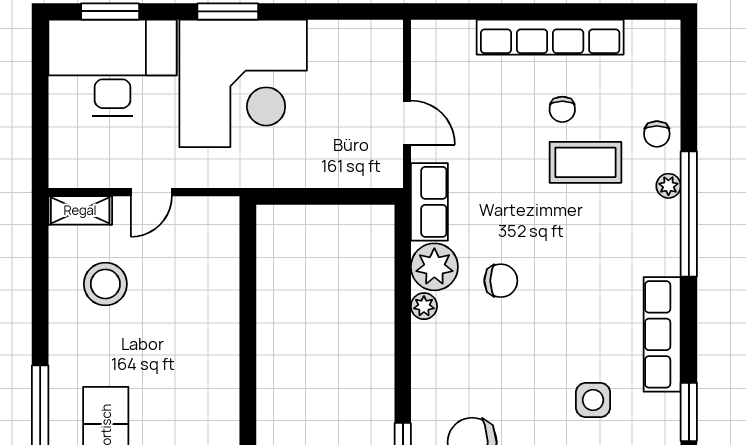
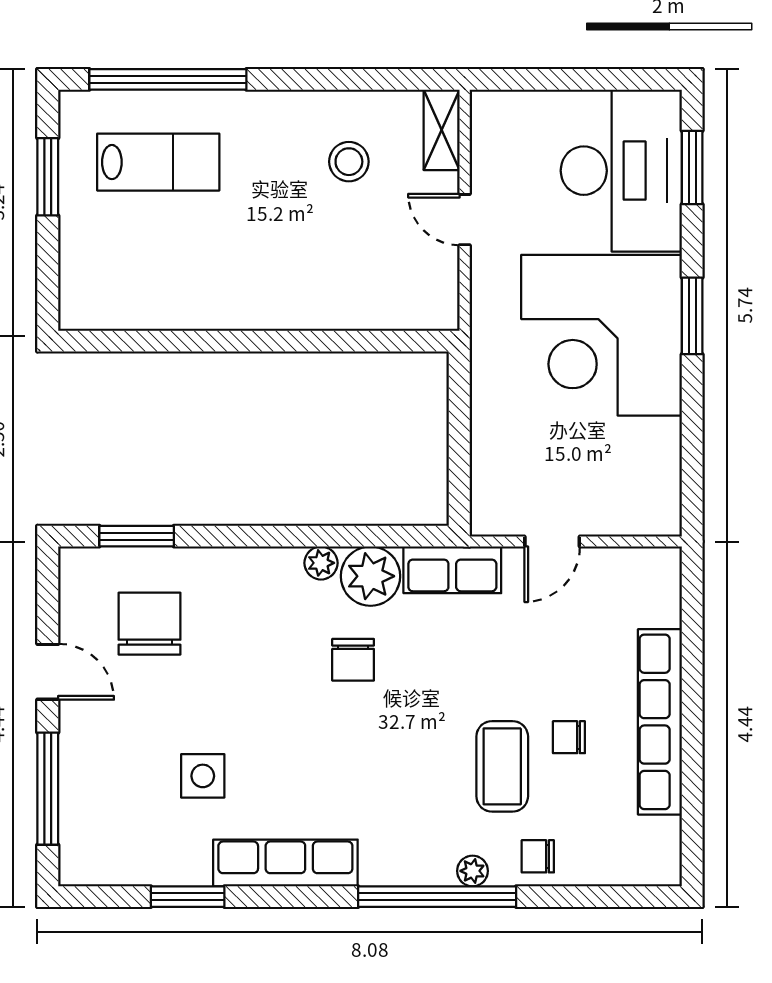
stool: (105, 284) -> (349, 162), width x0.73, depth x0.73

